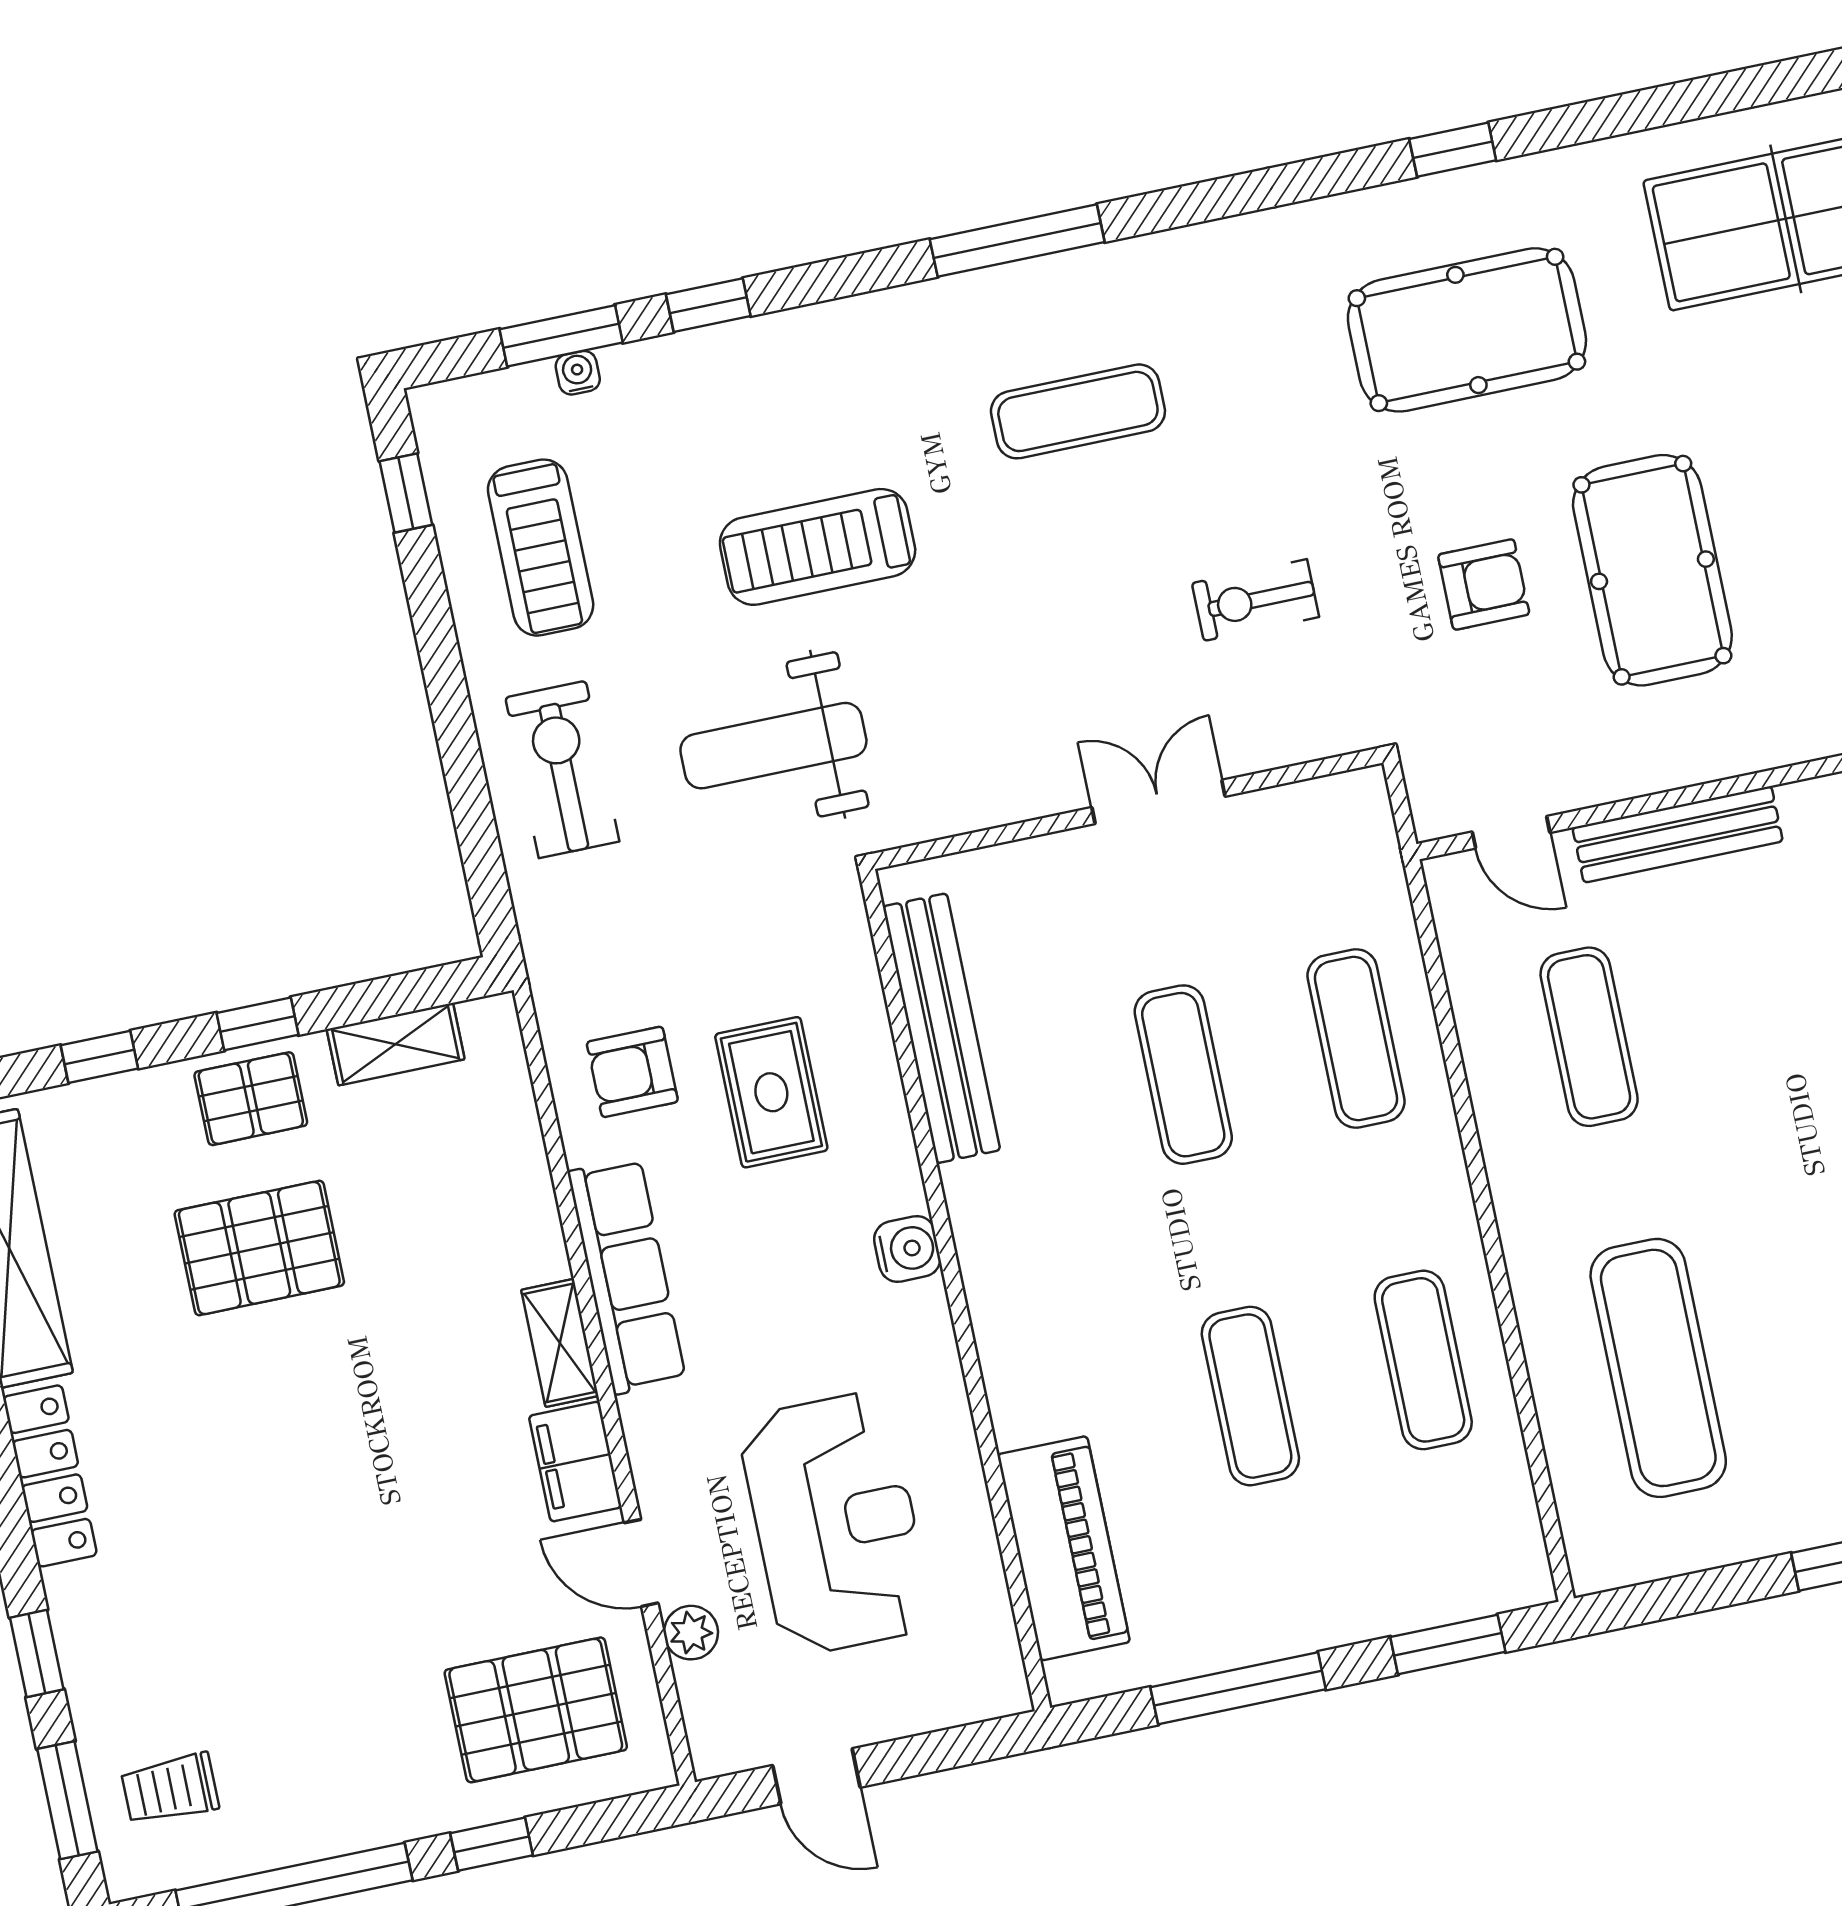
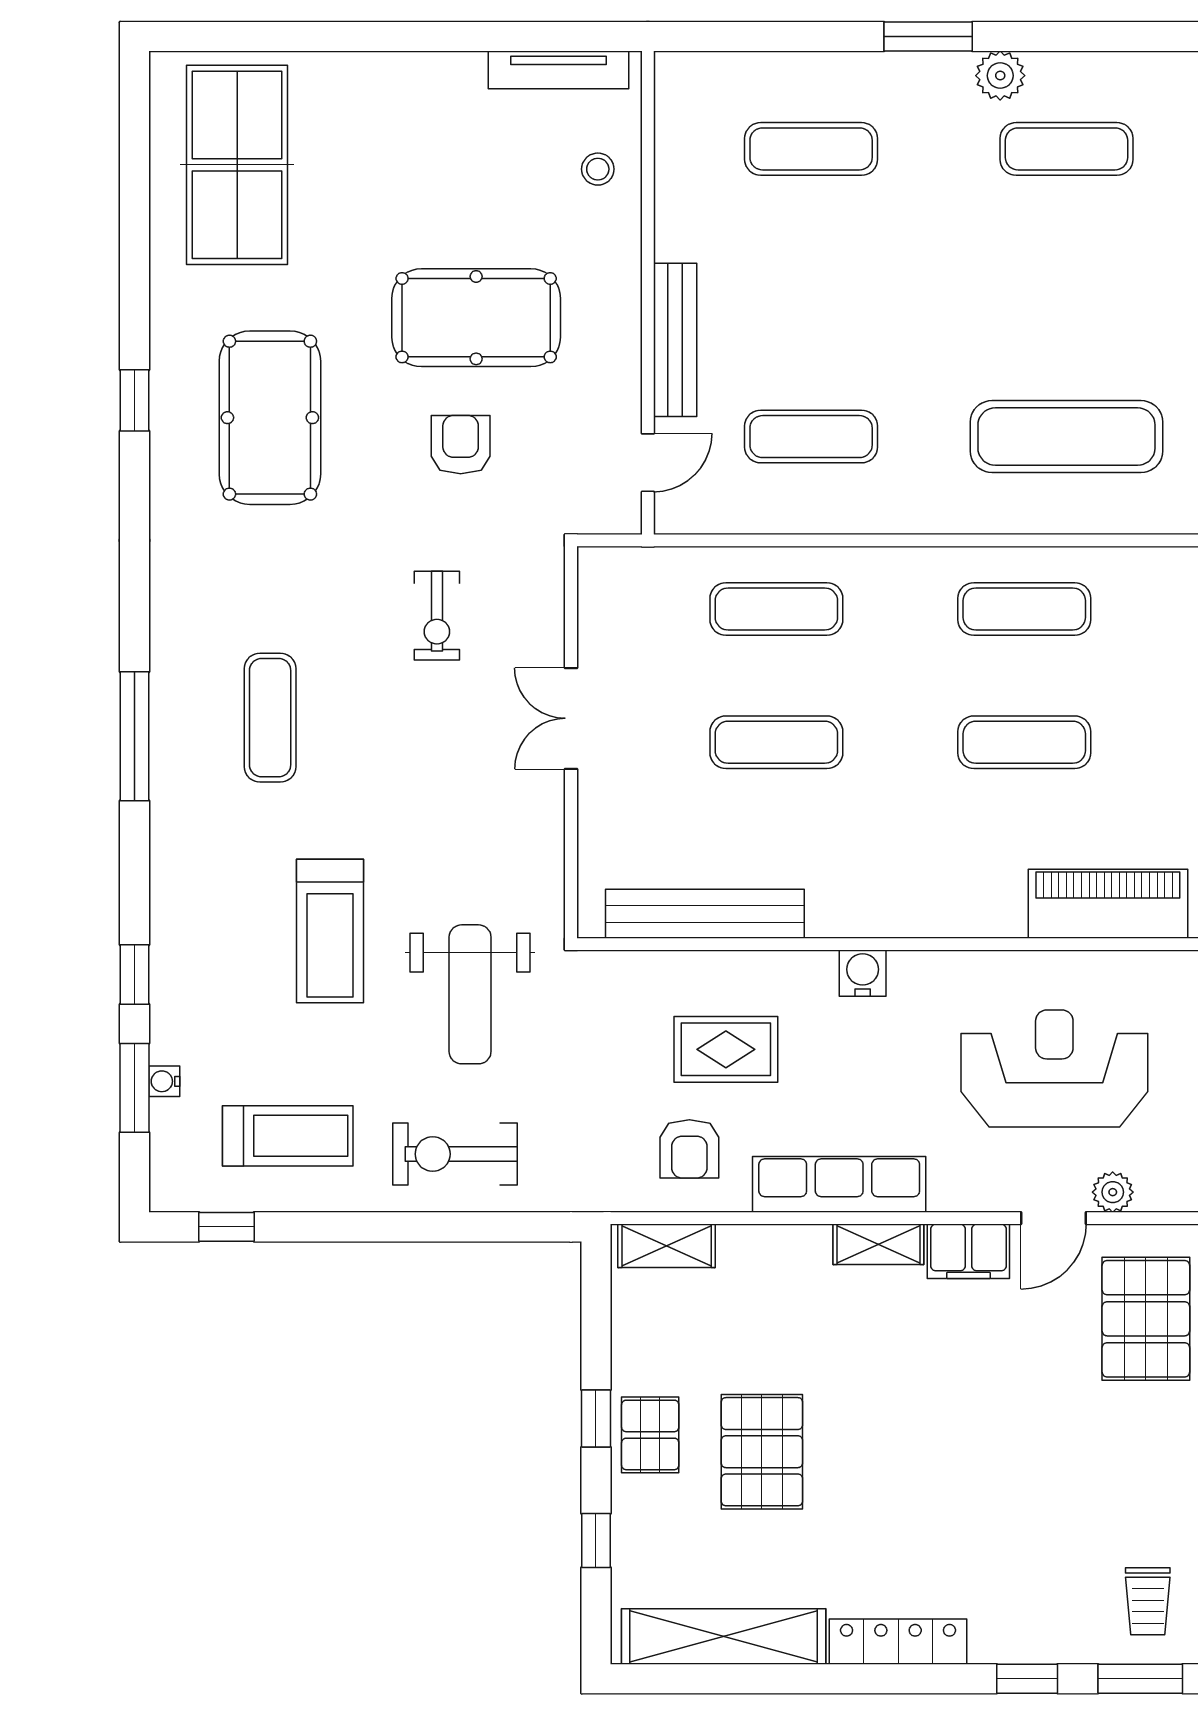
shelving: (396, 1044) -> (667, 1246), moved, turned 90

